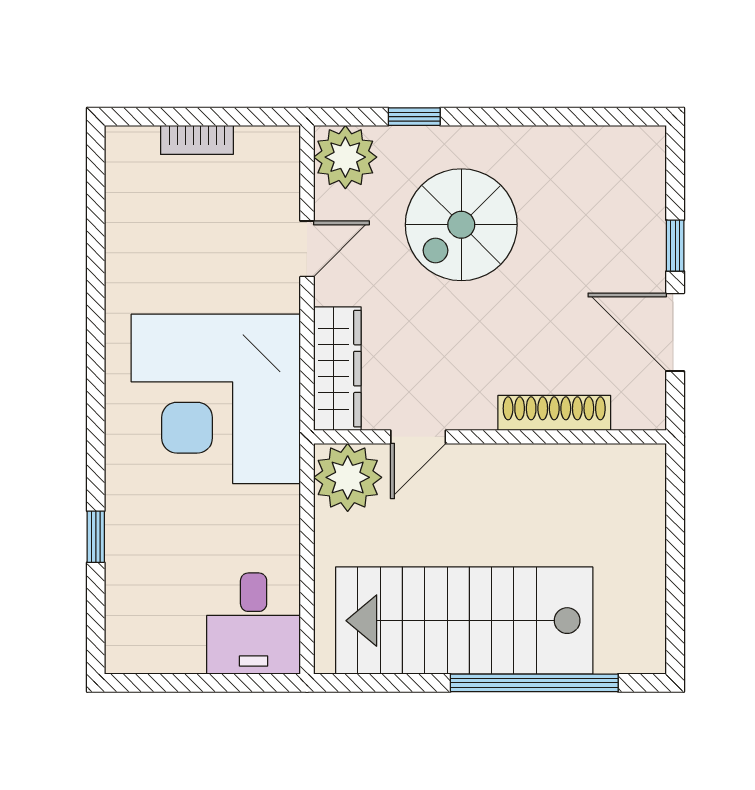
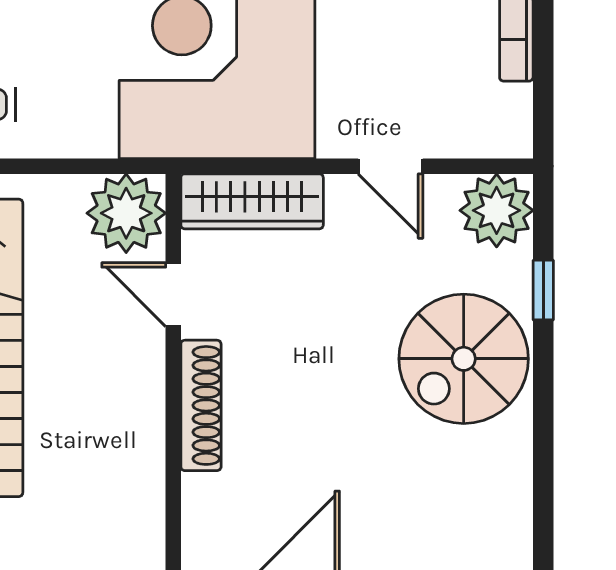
spiral stairs: (461, 225) -> (464, 359), moved, turned -90
shoe rack: (554, 413) -> (201, 405), moved

